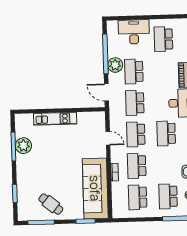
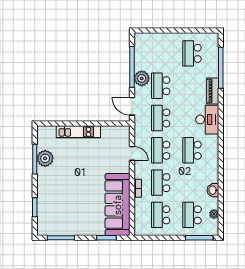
desk: (134, 32) -> (162, 45), removed
cafe table: (51, 204) -> (71, 219), removed

